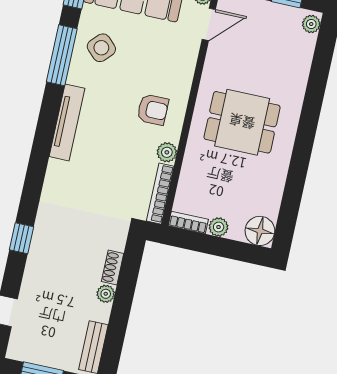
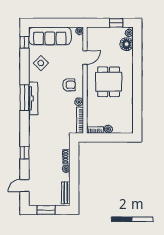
door: (209, 24) -> (85, 58), moved
window: (62, 55) -> (25, 98), moved
dining table: (242, 122) -> (109, 82), turned 90
floor lamp: (260, 231) -> (127, 44), moved

